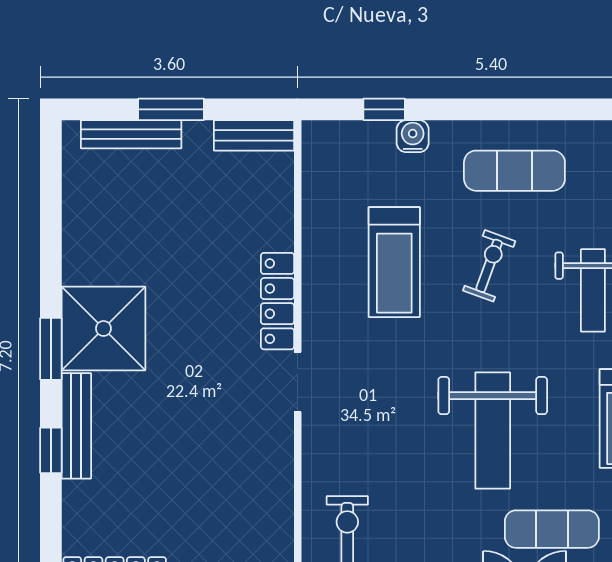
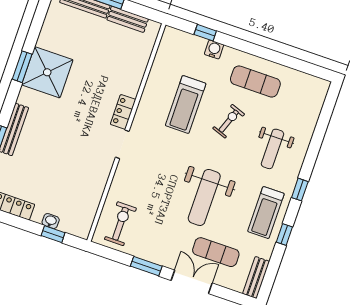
bench: (254, 135) -> (128, 19), moved
locker: (277, 301) -> (123, 112), width x0.66
shower: (103, 328) -> (47, 72), moved
window: (51, 349) -> (22, 67), moved

